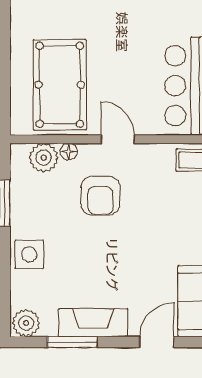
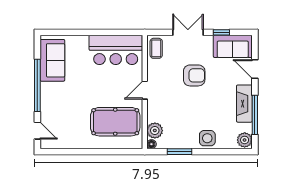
floor lamp: (69, 152) -> (151, 144), moved
armchair: (100, 196) -> (194, 75), moved
window: (72, 342) -> (255, 115), width x1.44

